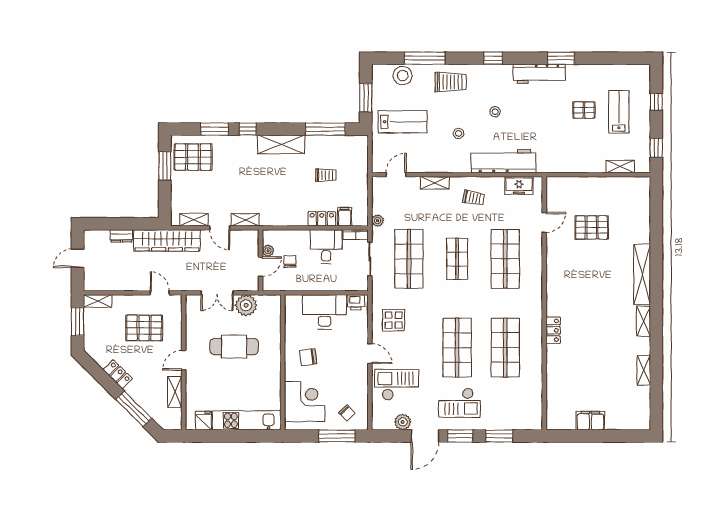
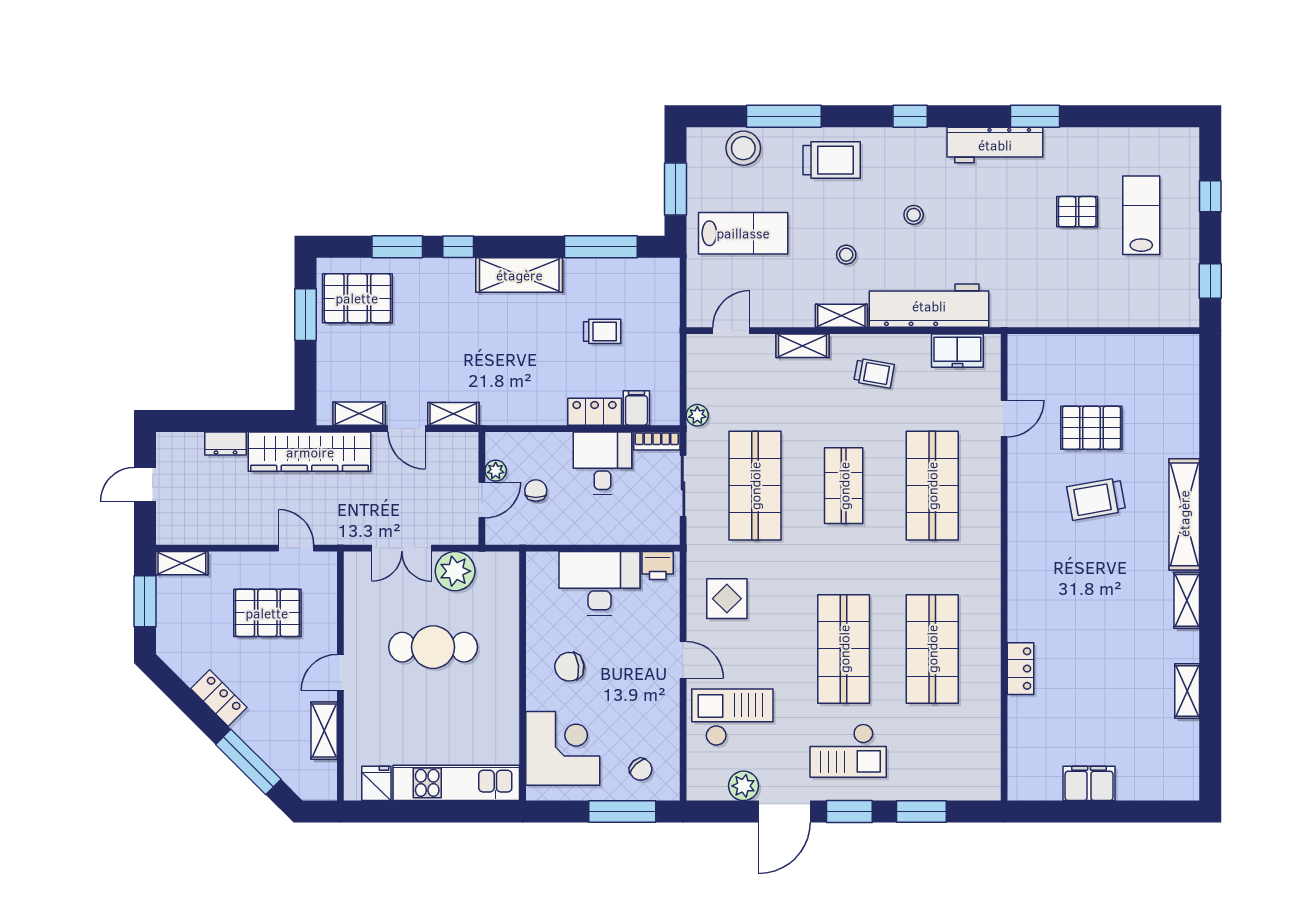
shelving: (620, 167) -> (841, 316), moved
trolley: (594, 266) -> (1096, 499), added
locker: (553, 330) -> (1020, 669), moved

